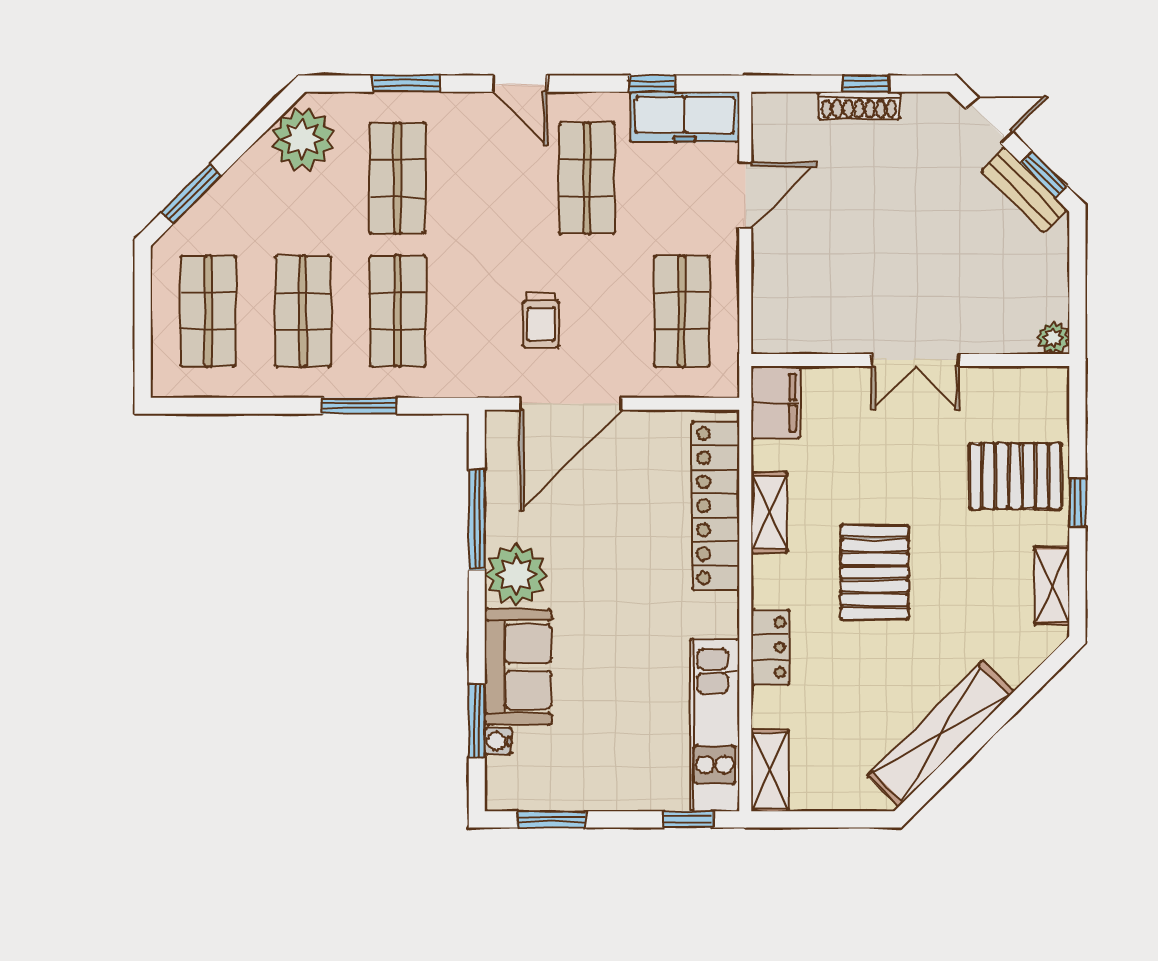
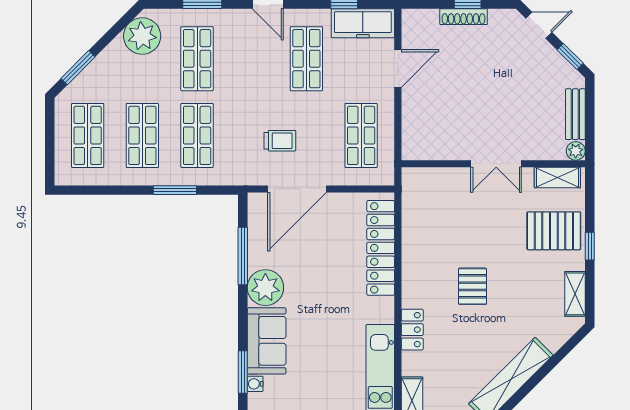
bench: (1024, 190) -> (575, 114), moved, turned 45
trolley: (541, 320) -> (280, 141), turned -90
filing cabinet: (776, 403) -> (415, 188), removed
shelving: (769, 513) -> (557, 178), moved, turned 90
pallet: (875, 572) -> (472, 286), width x0.67, depth x0.71

